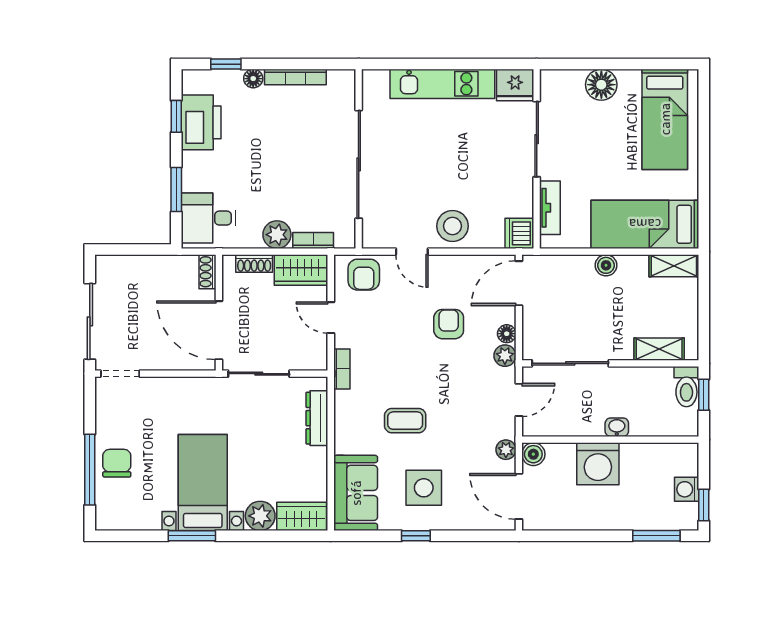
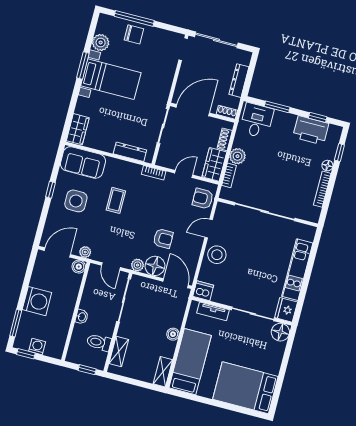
floor lamp: (601, 85) -> (280, 332), moved
bed: (665, 119) -> (245, 388), width x1.50
dresser: (149, 265) -> (239, 81), added
floor lamp: (507, 334) -> (155, 266), width x1.89, depth x1.89
toilet: (686, 387) -> (99, 342), moved
washing machine: (598, 464) -> (37, 301), moved, turned 180
plant: (260, 516) -> (101, 42), moved

